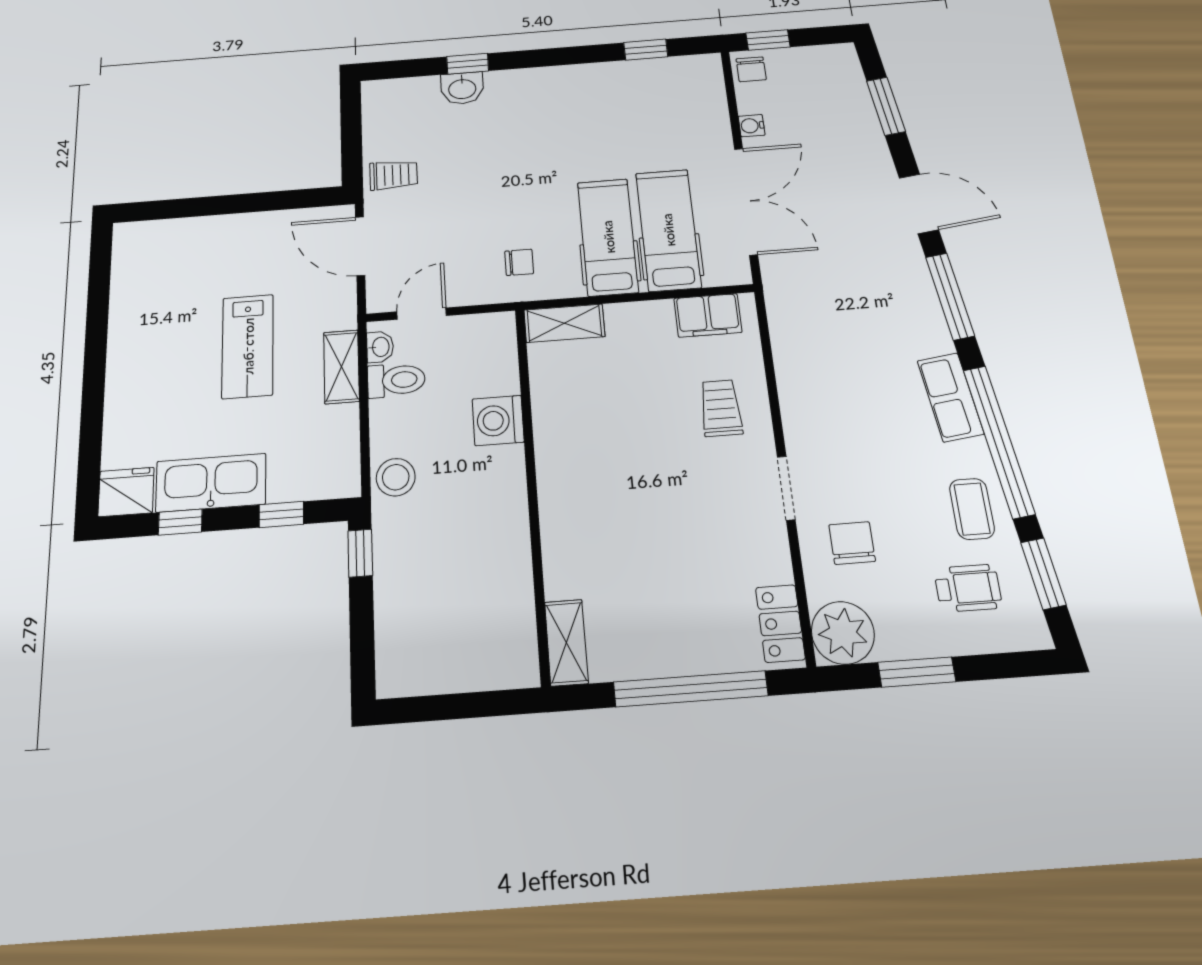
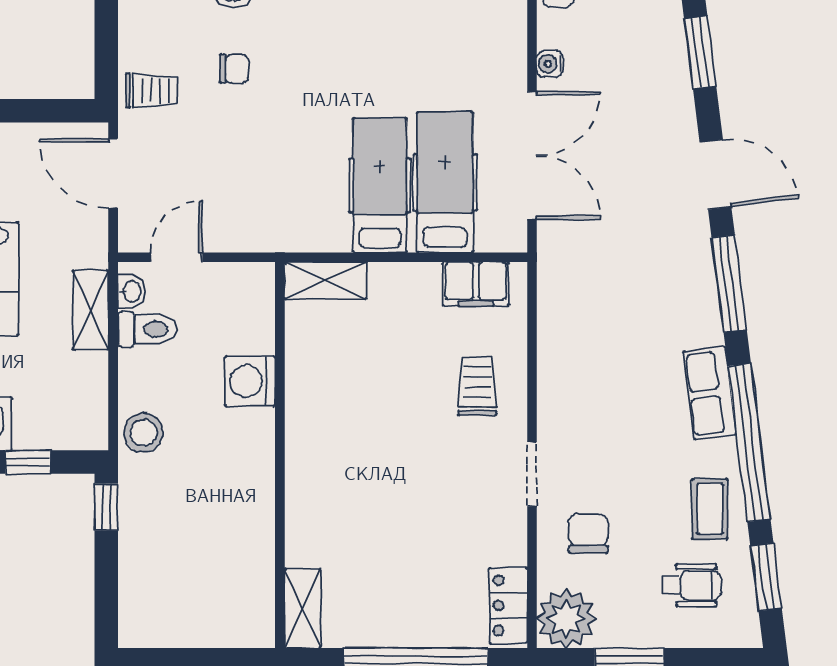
chair: (519, 262) -> (234, 69), moved

